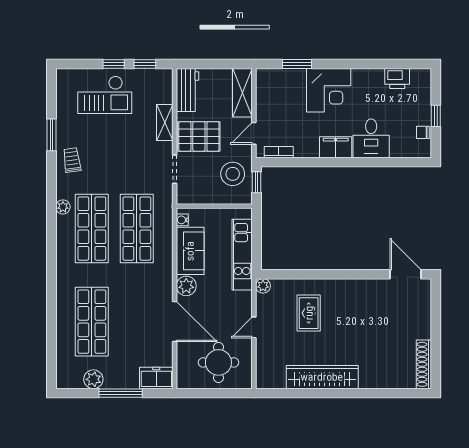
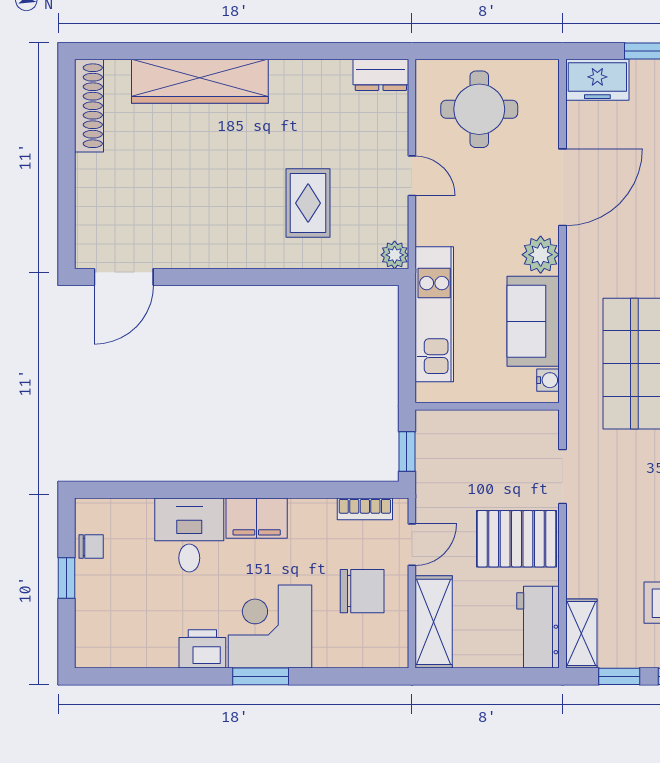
window: (297, 64) -> (261, 676), moved
printer: (397, 78) -> (202, 649), moved
chair: (280, 109) -> (362, 591), added
shelving: (165, 123) -> (581, 634), moved
stool: (233, 174) -> (452, 468), removed
door: (406, 274) -> (124, 277), hinge flipped
door: (175, 321) -> (563, 187), swing flipped
door: (254, 327) -> (412, 176), hinge flipped
wardrobe: (322, 377) -> (200, 81), moved
dresser: (270, 381) -> (381, 75), added

